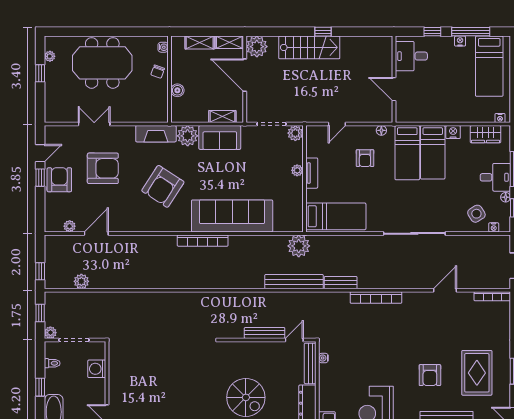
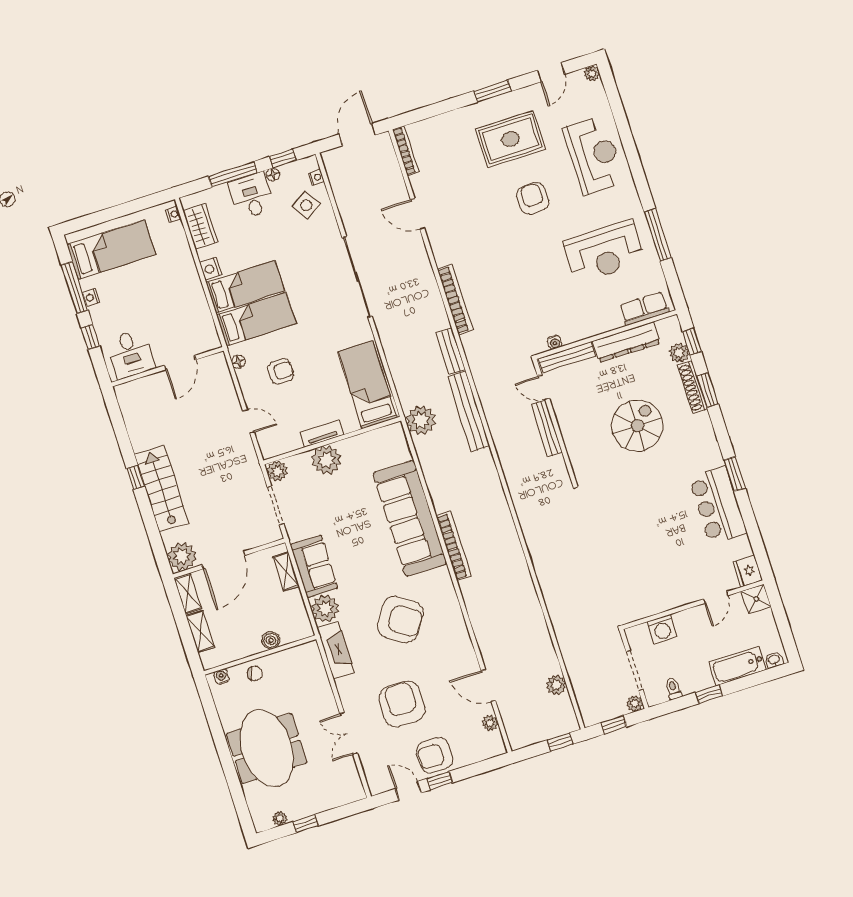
plant: (297, 170) -> (326, 460), width x1.87, depth x1.87
armchair: (430, 375) -> (533, 198), turned -90

